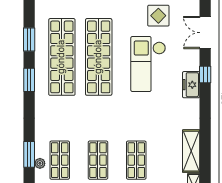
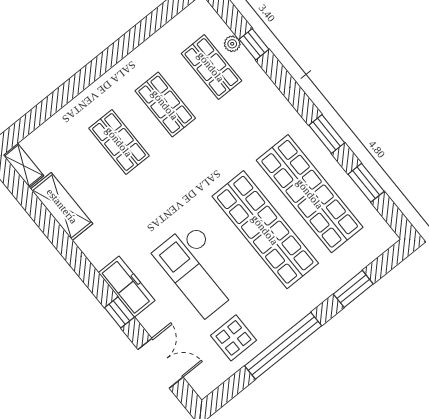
checkout: (148, 64) -> (199, 270), turned 180
freezer: (191, 85) -> (127, 287), width x1.40
window: (29, 154) -> (254, 44), width x0.67

